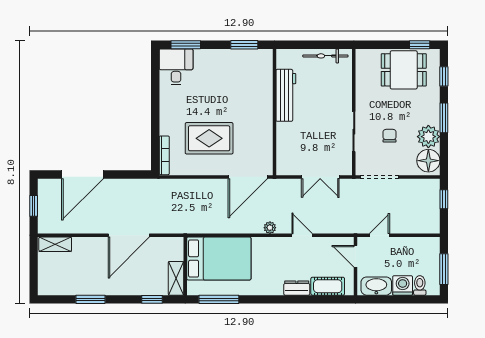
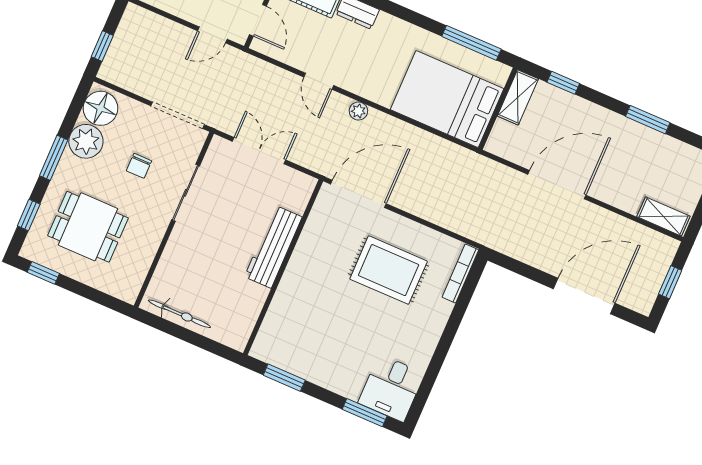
dining table: (404, 70) -> (88, 227), moved
workbench: (286, 95) -> (273, 247), moved

